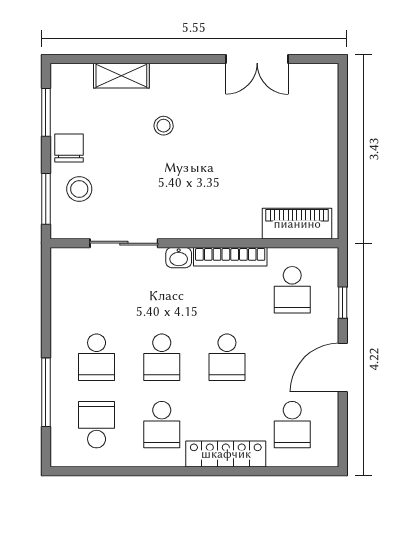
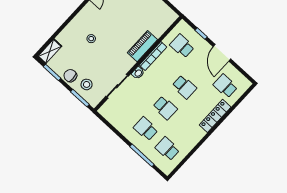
shelving: (121, 76) -> (50, 51), moved
piano: (297, 224) -> (142, 46), moved
school desk: (292, 290) -> (182, 46), turned 180
school desk: (97, 357) -> (146, 129), turned 180
school desk: (162, 425) -> (187, 128), removed
school desk: (292, 425) -> (225, 86), turned 180

